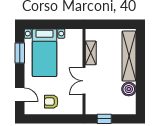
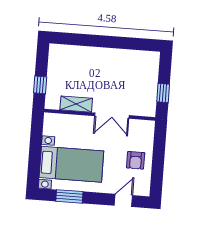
window: (103, 24) -> (40, 85), added
shelving: (129, 56) -> (84, 55), removed
boiler: (129, 89) -> (127, 58), removed

